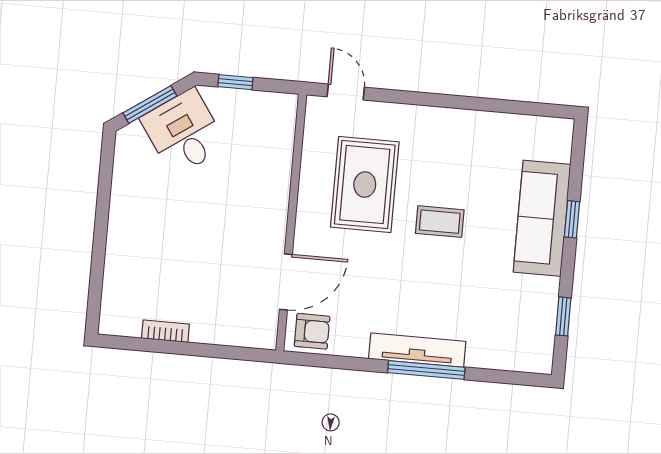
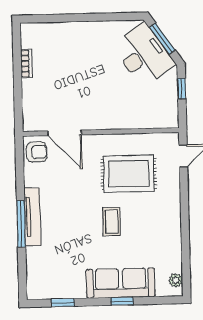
plant: (548, 128) -> (176, 280), added
desk: (184, 132) -> (143, 55), width x1.37
armchair: (312, 331) -> (37, 152), turned -90

